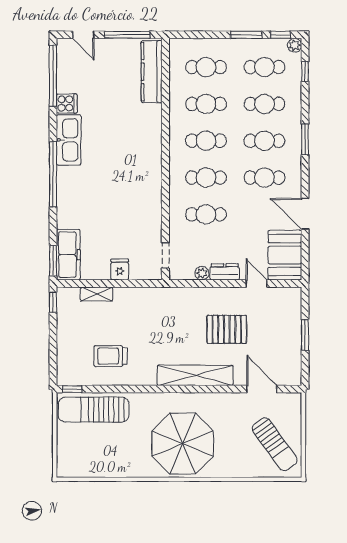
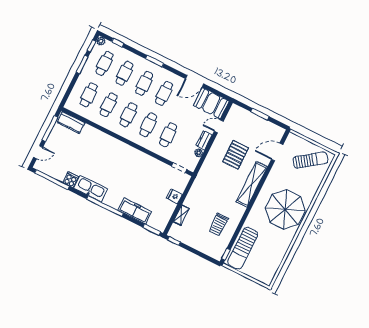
kitchen counter: (152, 72) -> (71, 123), width x0.67
freezer: (68, 255) -> (135, 211), moved

